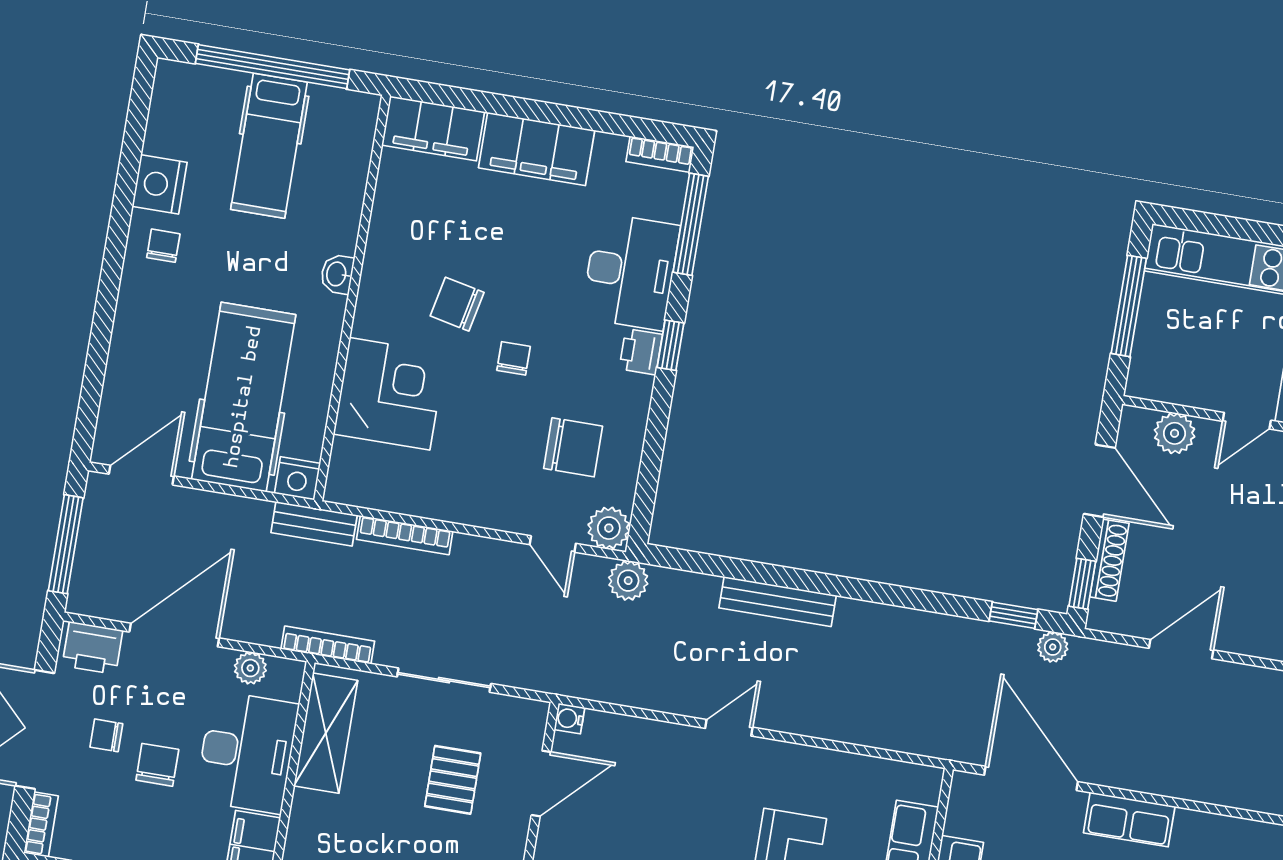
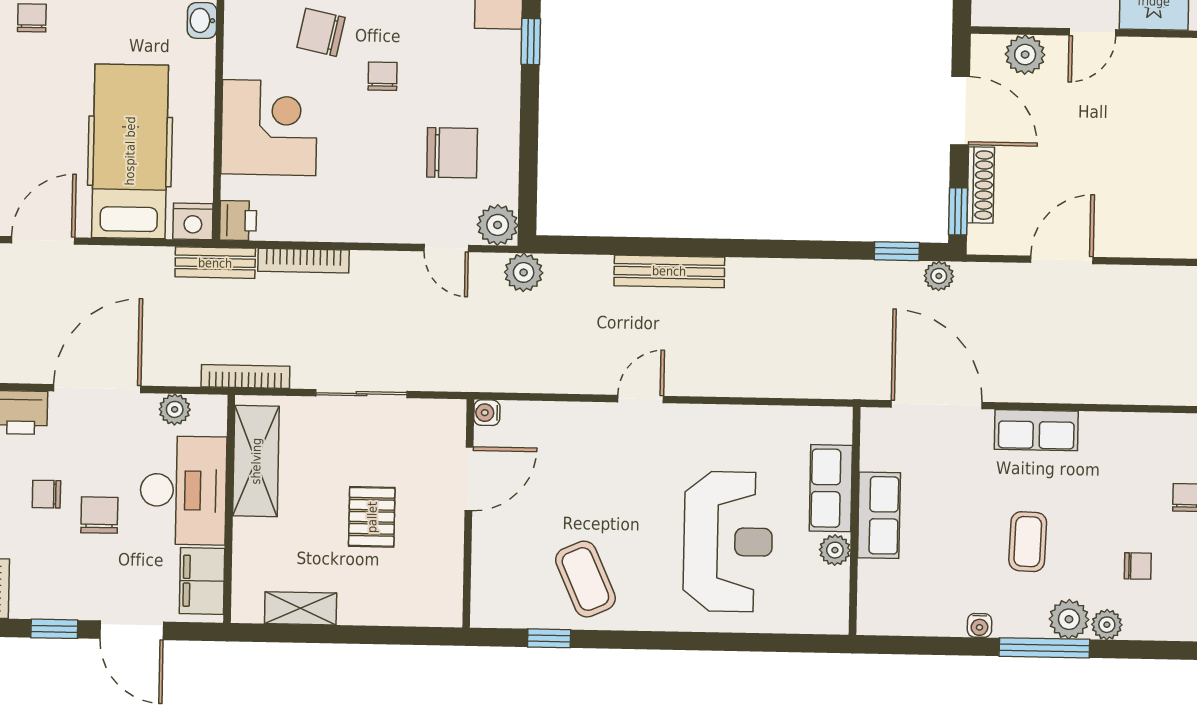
printer: (641, 352) -> (238, 221), moved, turned 180
pallet: (453, 780) -> (372, 517), moved

